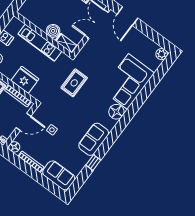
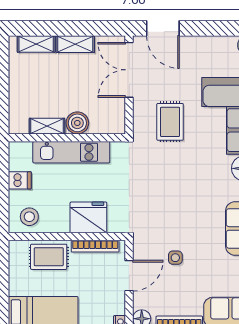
shelving: (66, 43) -> (47, 126), moved
rug: (74, 83) -> (170, 122), moved

